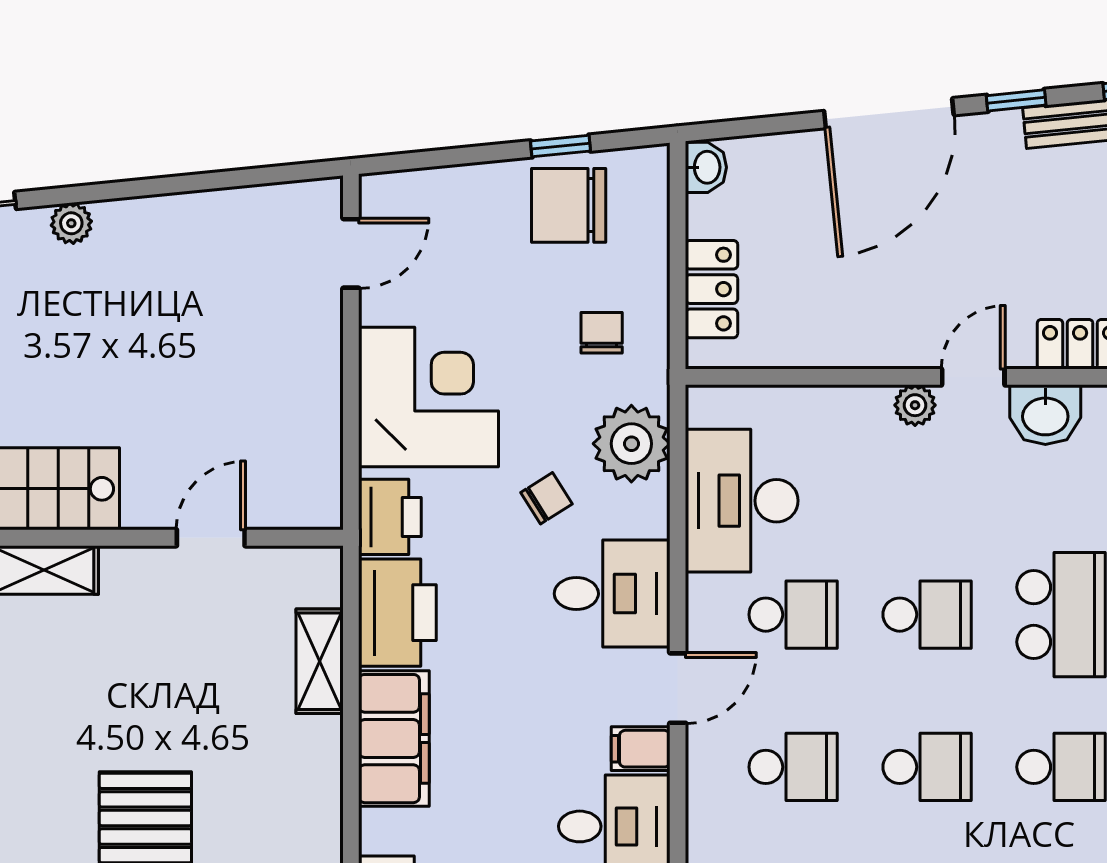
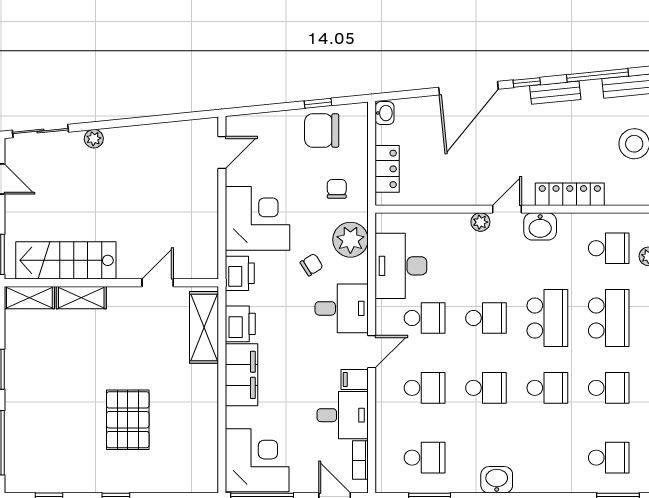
printer: (397, 613) -> (240, 324), width x0.73, depth x0.84
shelving: (320, 661) -> (204, 327), width x1.50, depth x1.33

